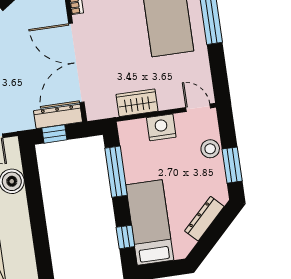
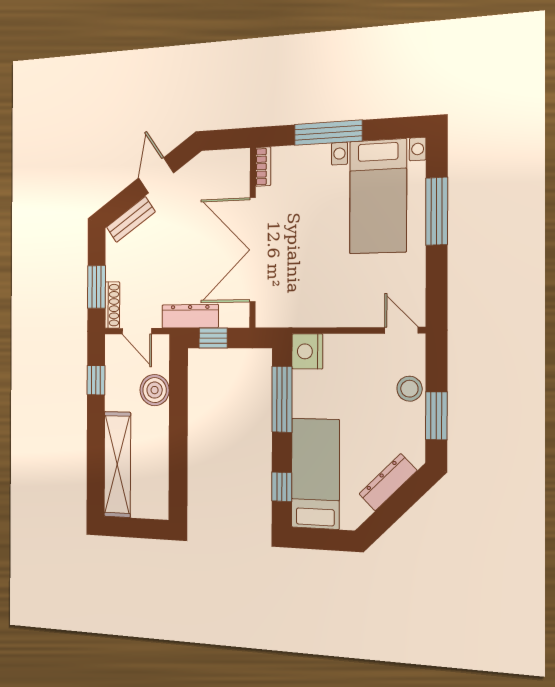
wardrobe: (137, 103) -> (322, 312), removed
dresser: (58, 116) -> (190, 316), moved
nightstand: (161, 127) -> (307, 351), moved, turned -90

